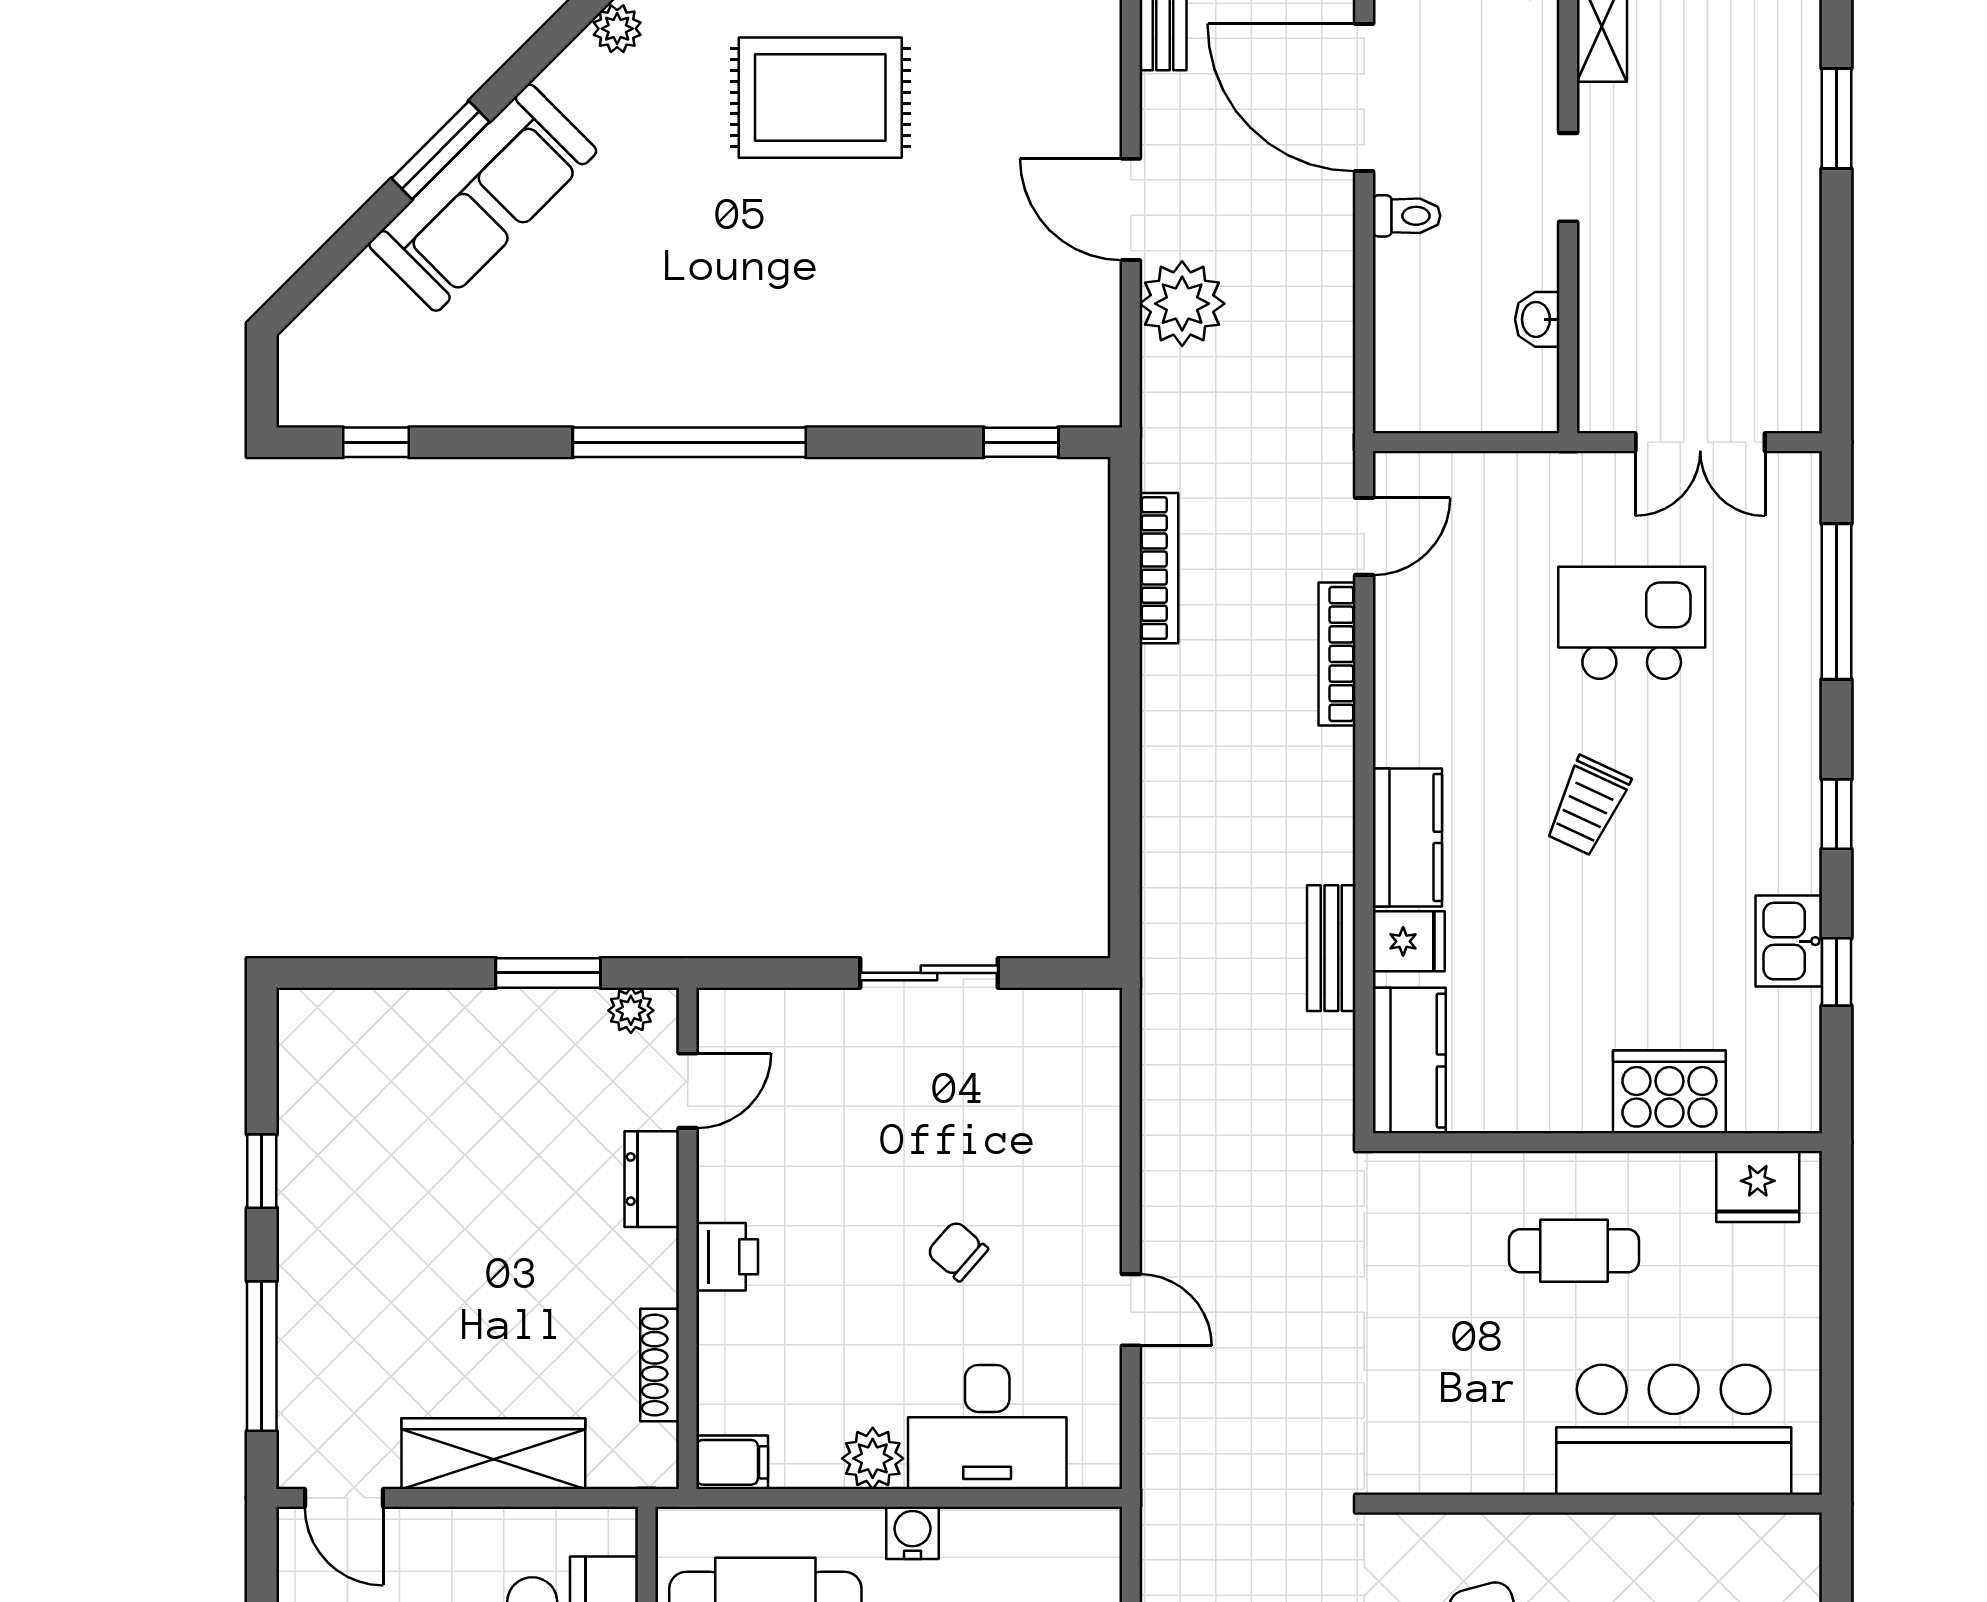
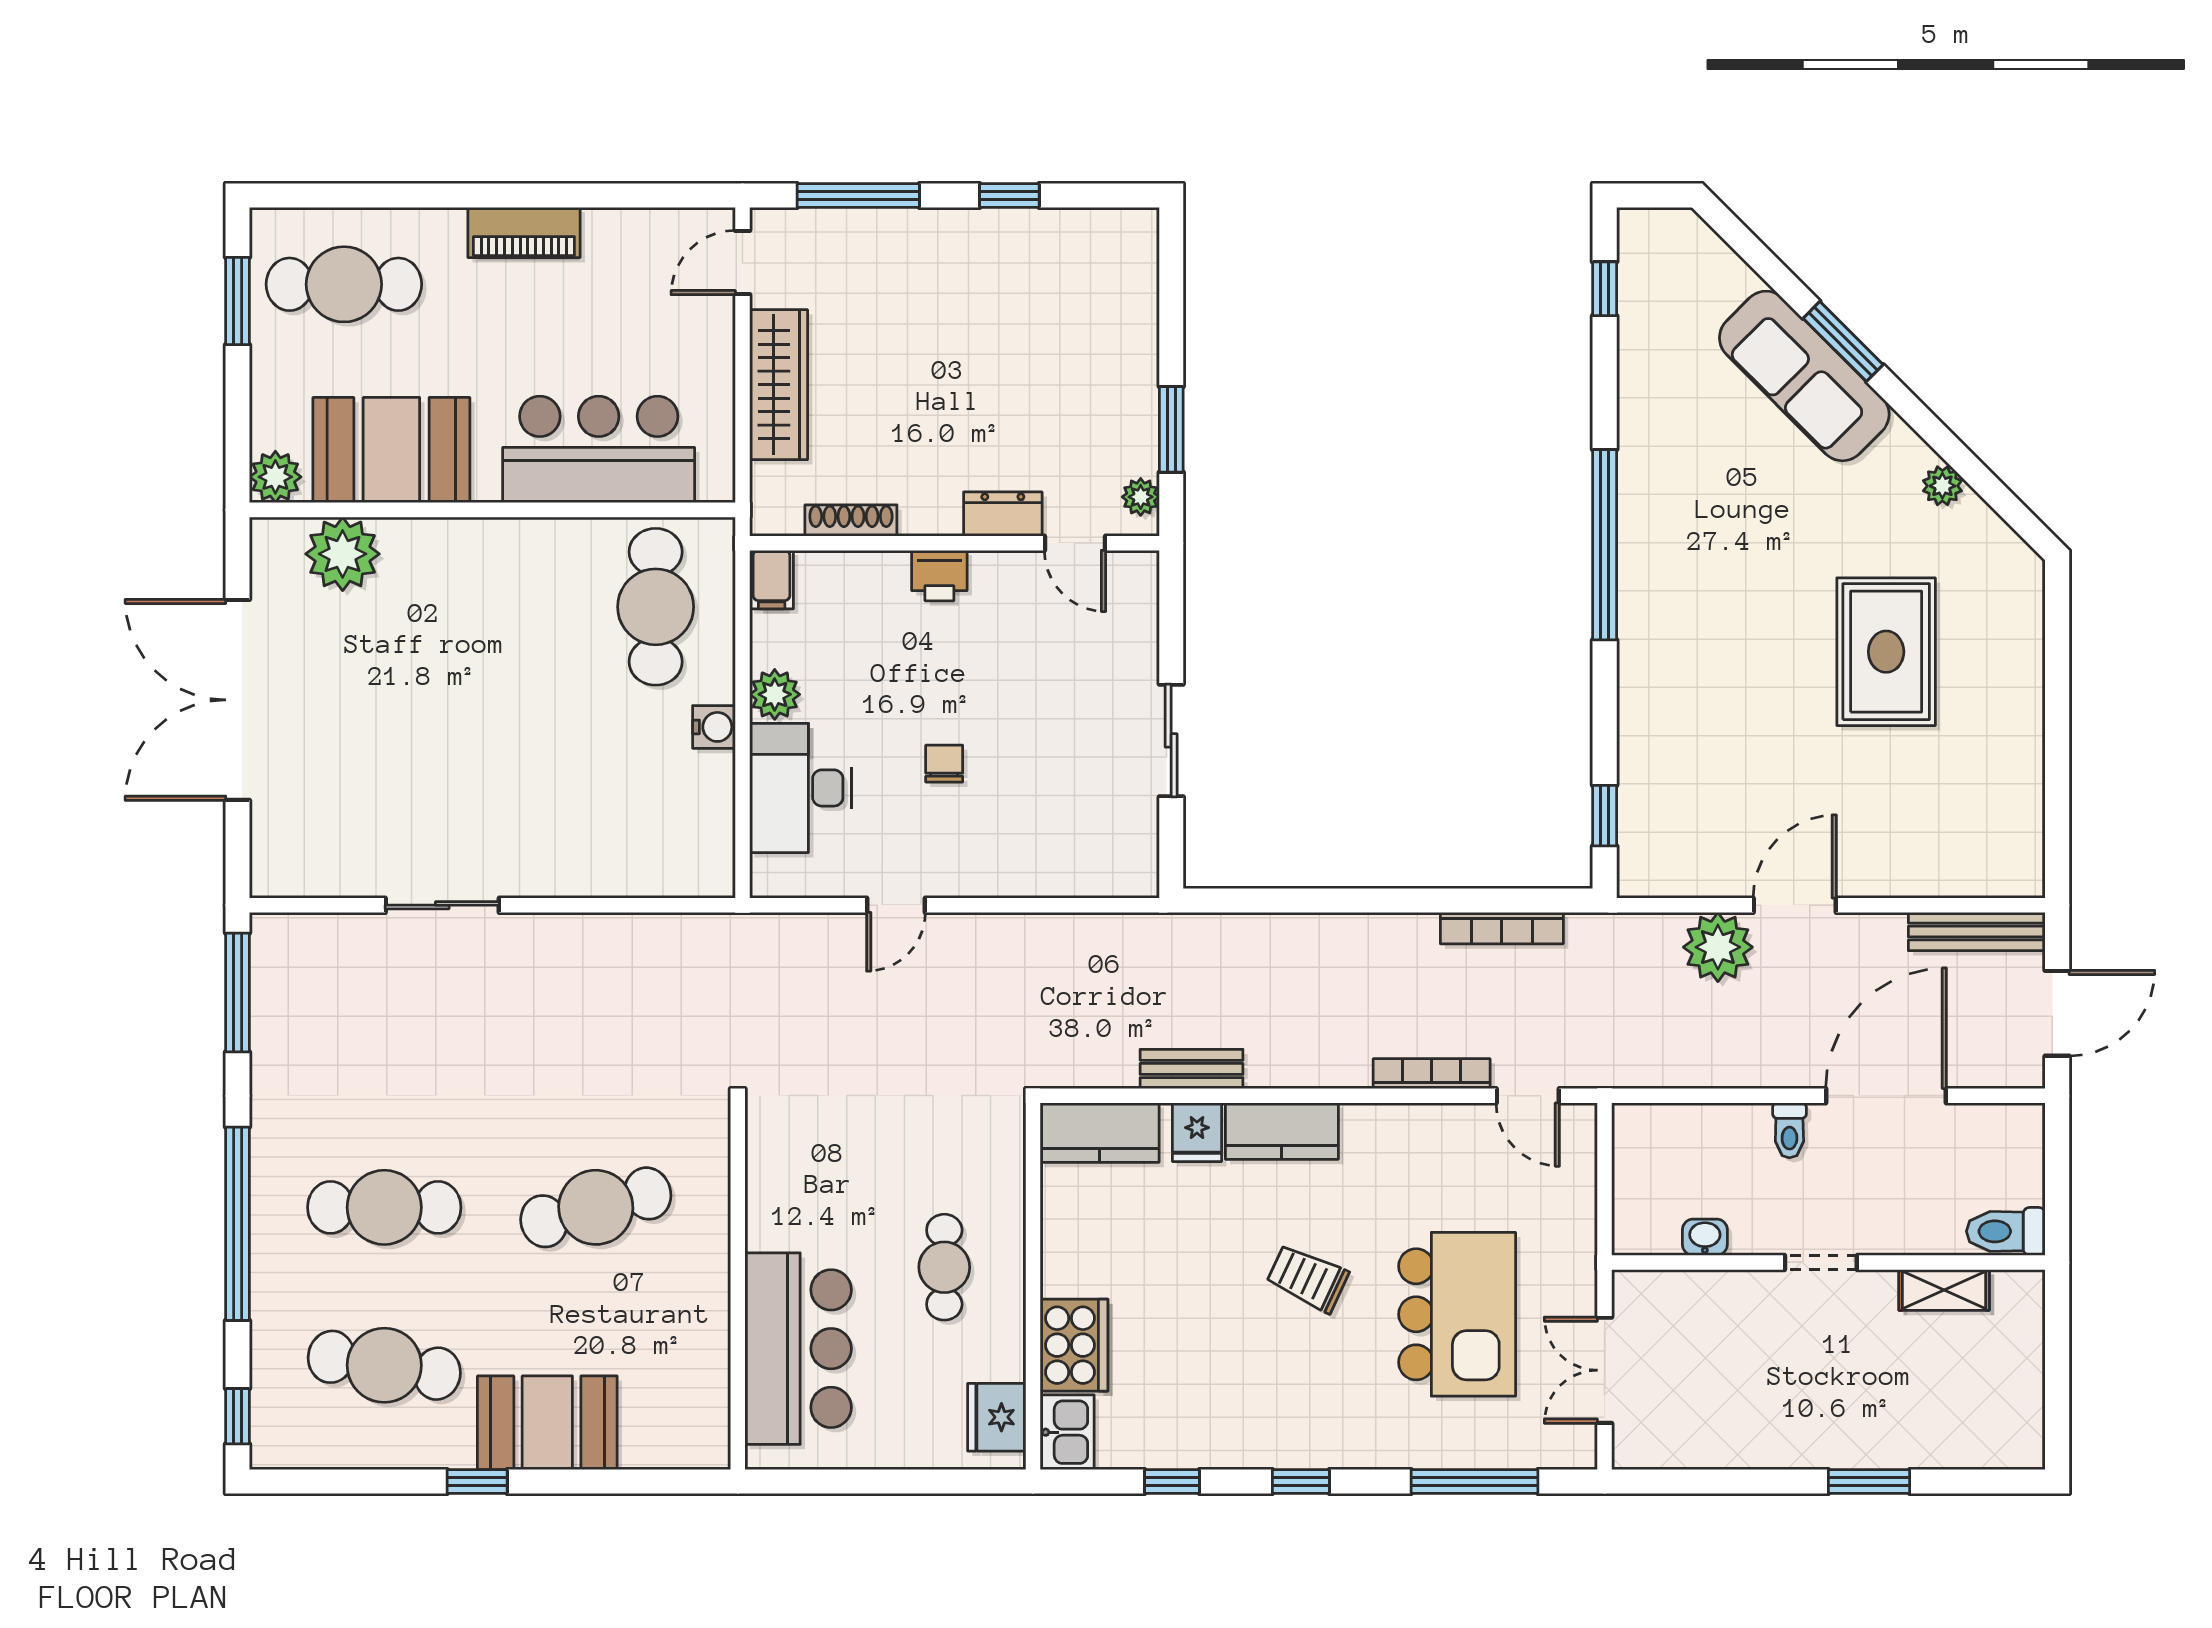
kitchen island: (1632, 623) -> (1457, 1314), width x1.37, depth x1.28
kitchen sink: (1789, 941) -> (1067, 1432), moved, turned 90
chair: (957, 1251) -> (944, 764), turned -41

